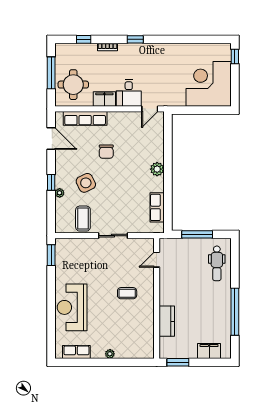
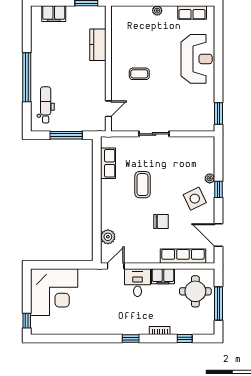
chair: (106, 152) -> (161, 221), turned 90
plant: (157, 169) -> (108, 237), moved
side table: (86, 183) -> (195, 199), moved
coffee table: (83, 219) -> (143, 185), moved
window: (235, 312) -> (27, 77), moved

